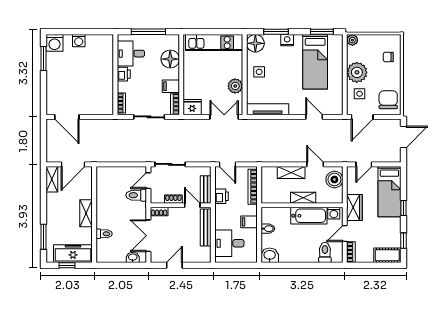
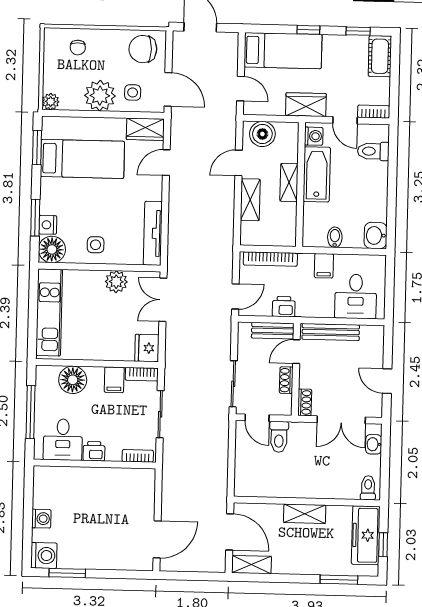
nightstand: (287, 40) -> (48, 225), moved
wardrobe: (336, 103) -> (145, 129), added
toilet: (104, 234) -> (368, 488), moved

